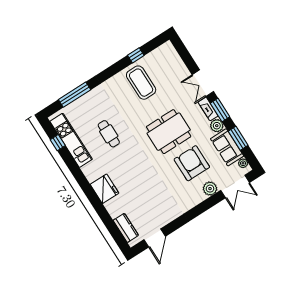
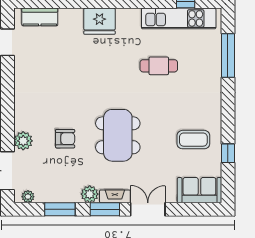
coffee table: (141, 83) -> (193, 140), width x0.73, depth x0.76
sofa: (227, 147) -> (199, 190), moved
armchair: (192, 163) -> (65, 139), width x0.53, depth x0.53

